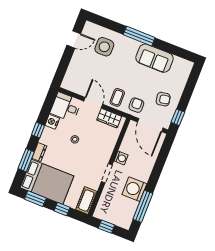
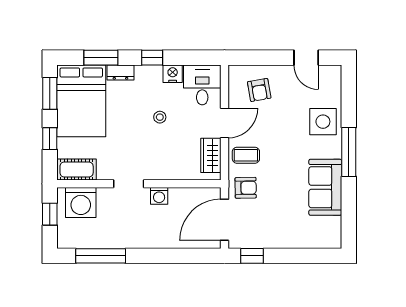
side table: (104, 47) -> (323, 122), moved
armchair: (163, 99) -> (259, 90), moved
washing machine: (134, 189) -> (81, 203), moved, turned 180

